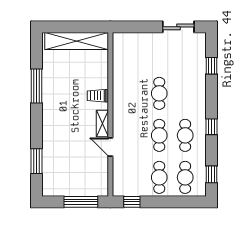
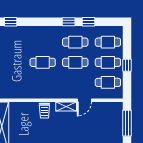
window: (211, 66) -> (11, 22), moved
window: (211, 174) -> (89, 22), moved
cafe table: (133, 177) -> (108, 82), added
window: (132, 202) -> (127, 65), moved

